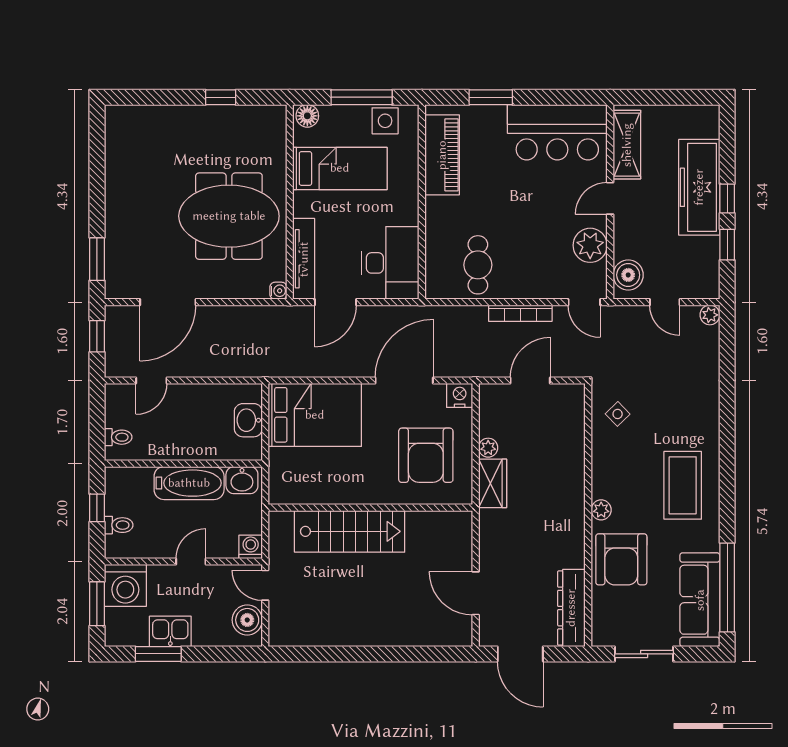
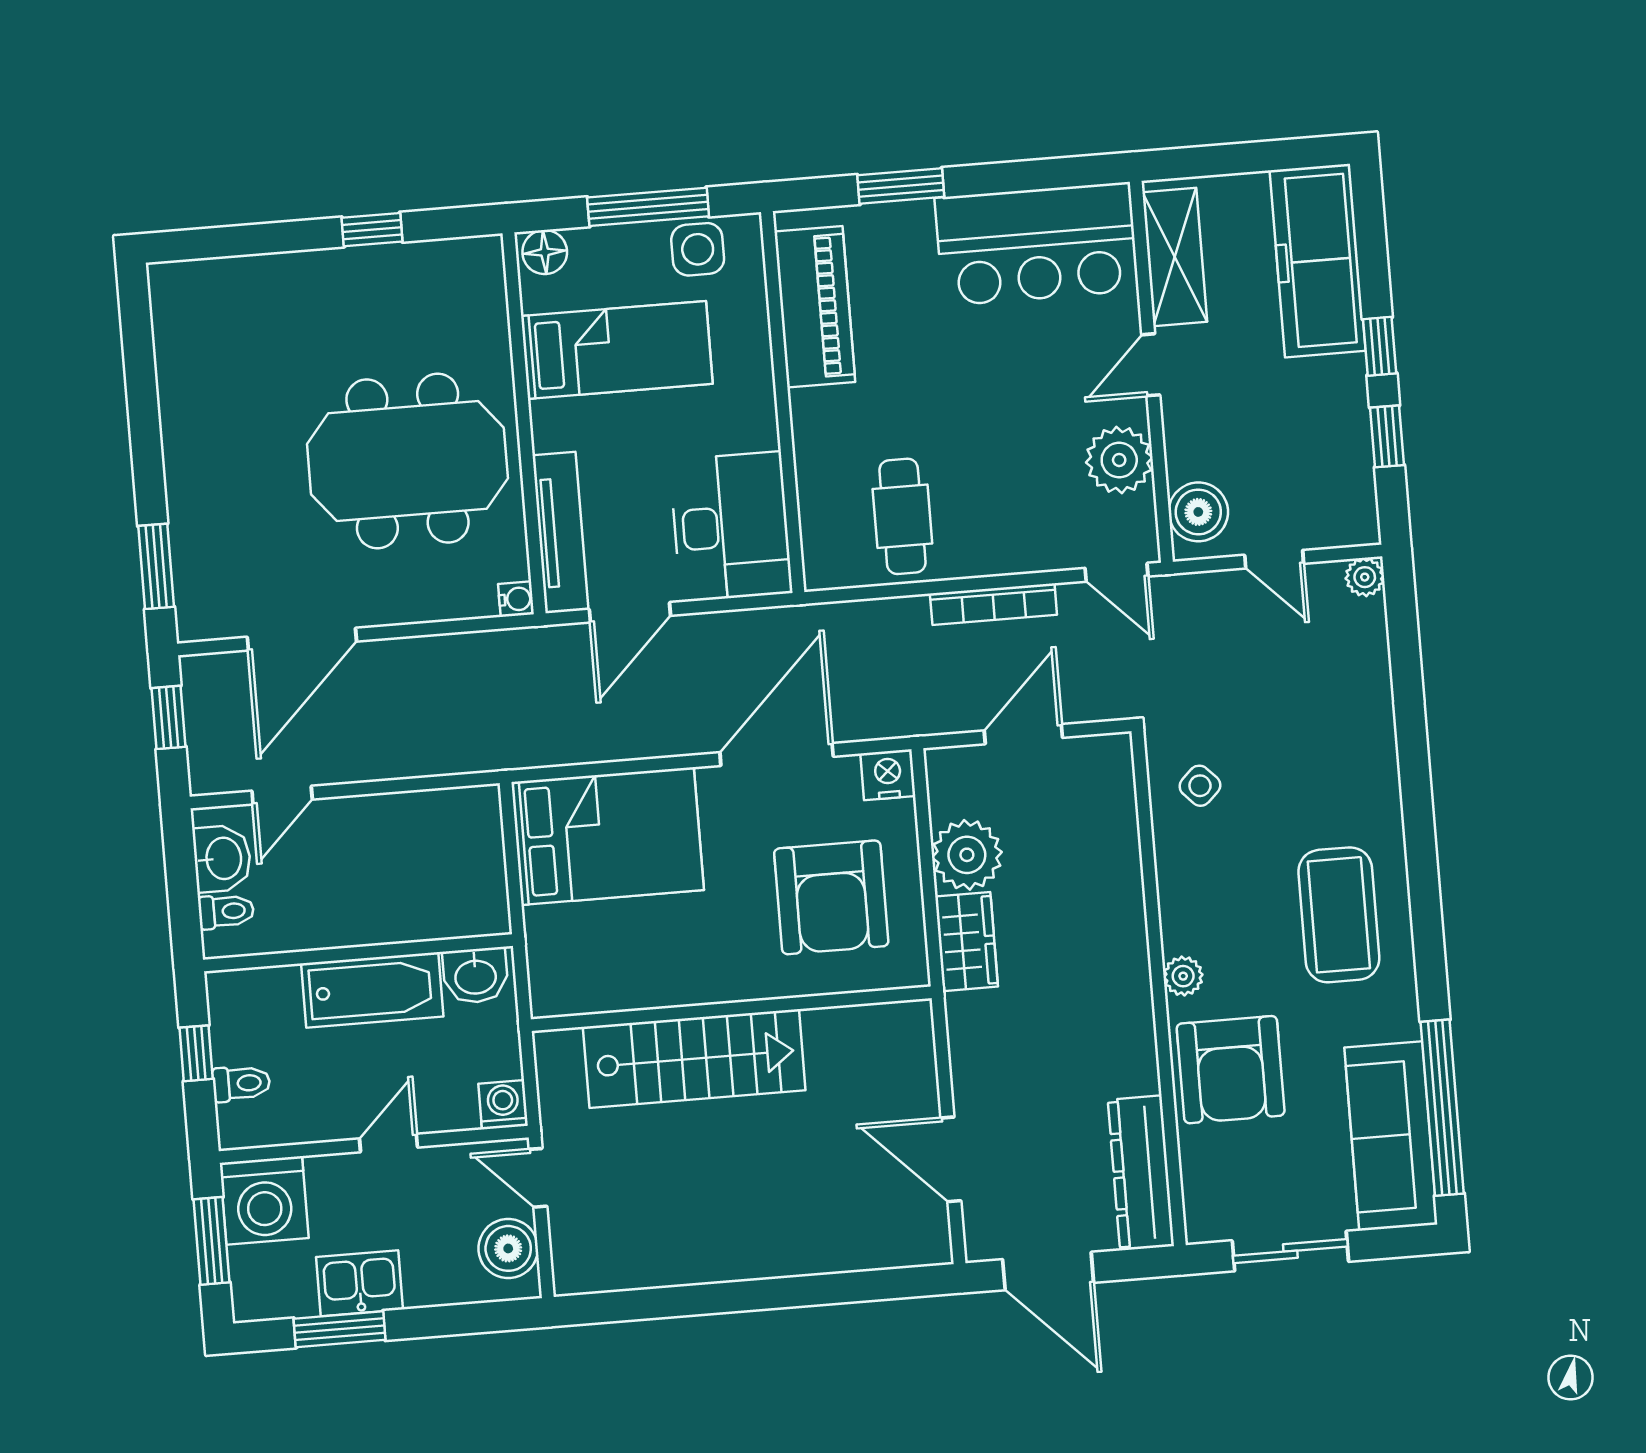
freezer: (699, 187) -> (1318, 261), moved
washbasin: (248, 420) -> (222, 859), moved, turned 180
plant: (488, 448) -> (967, 855), width x1.88, depth x1.88

